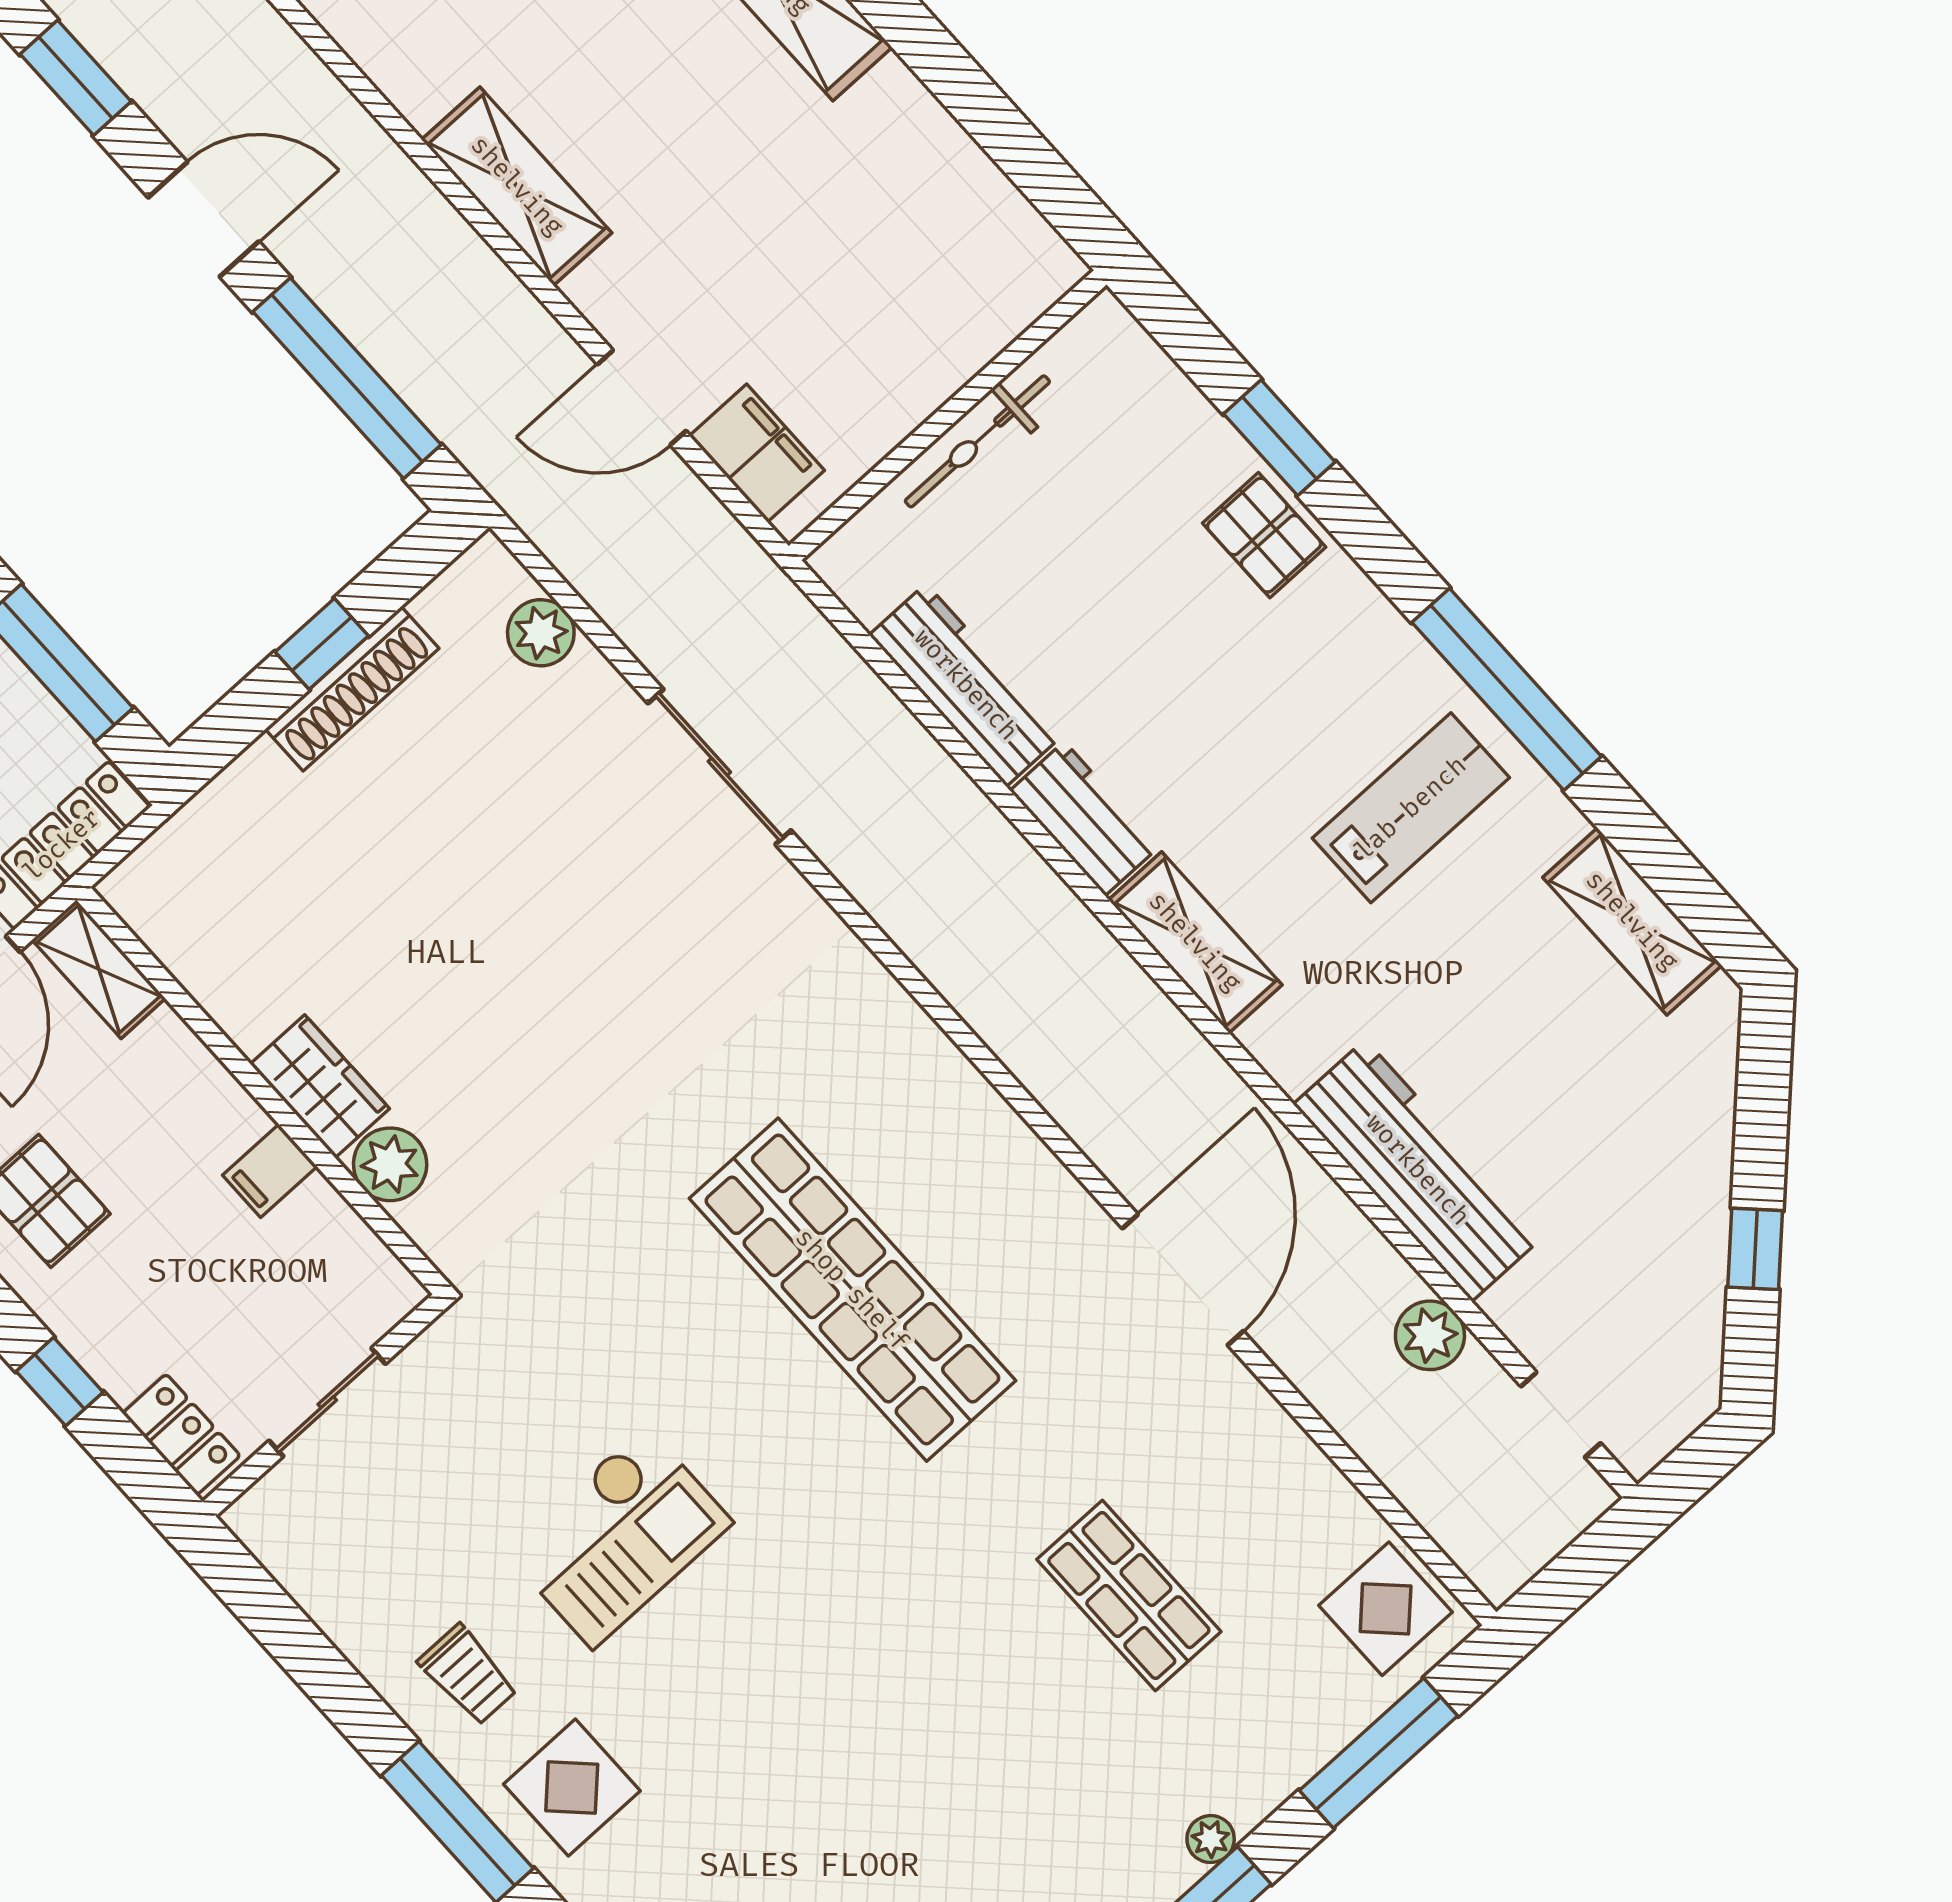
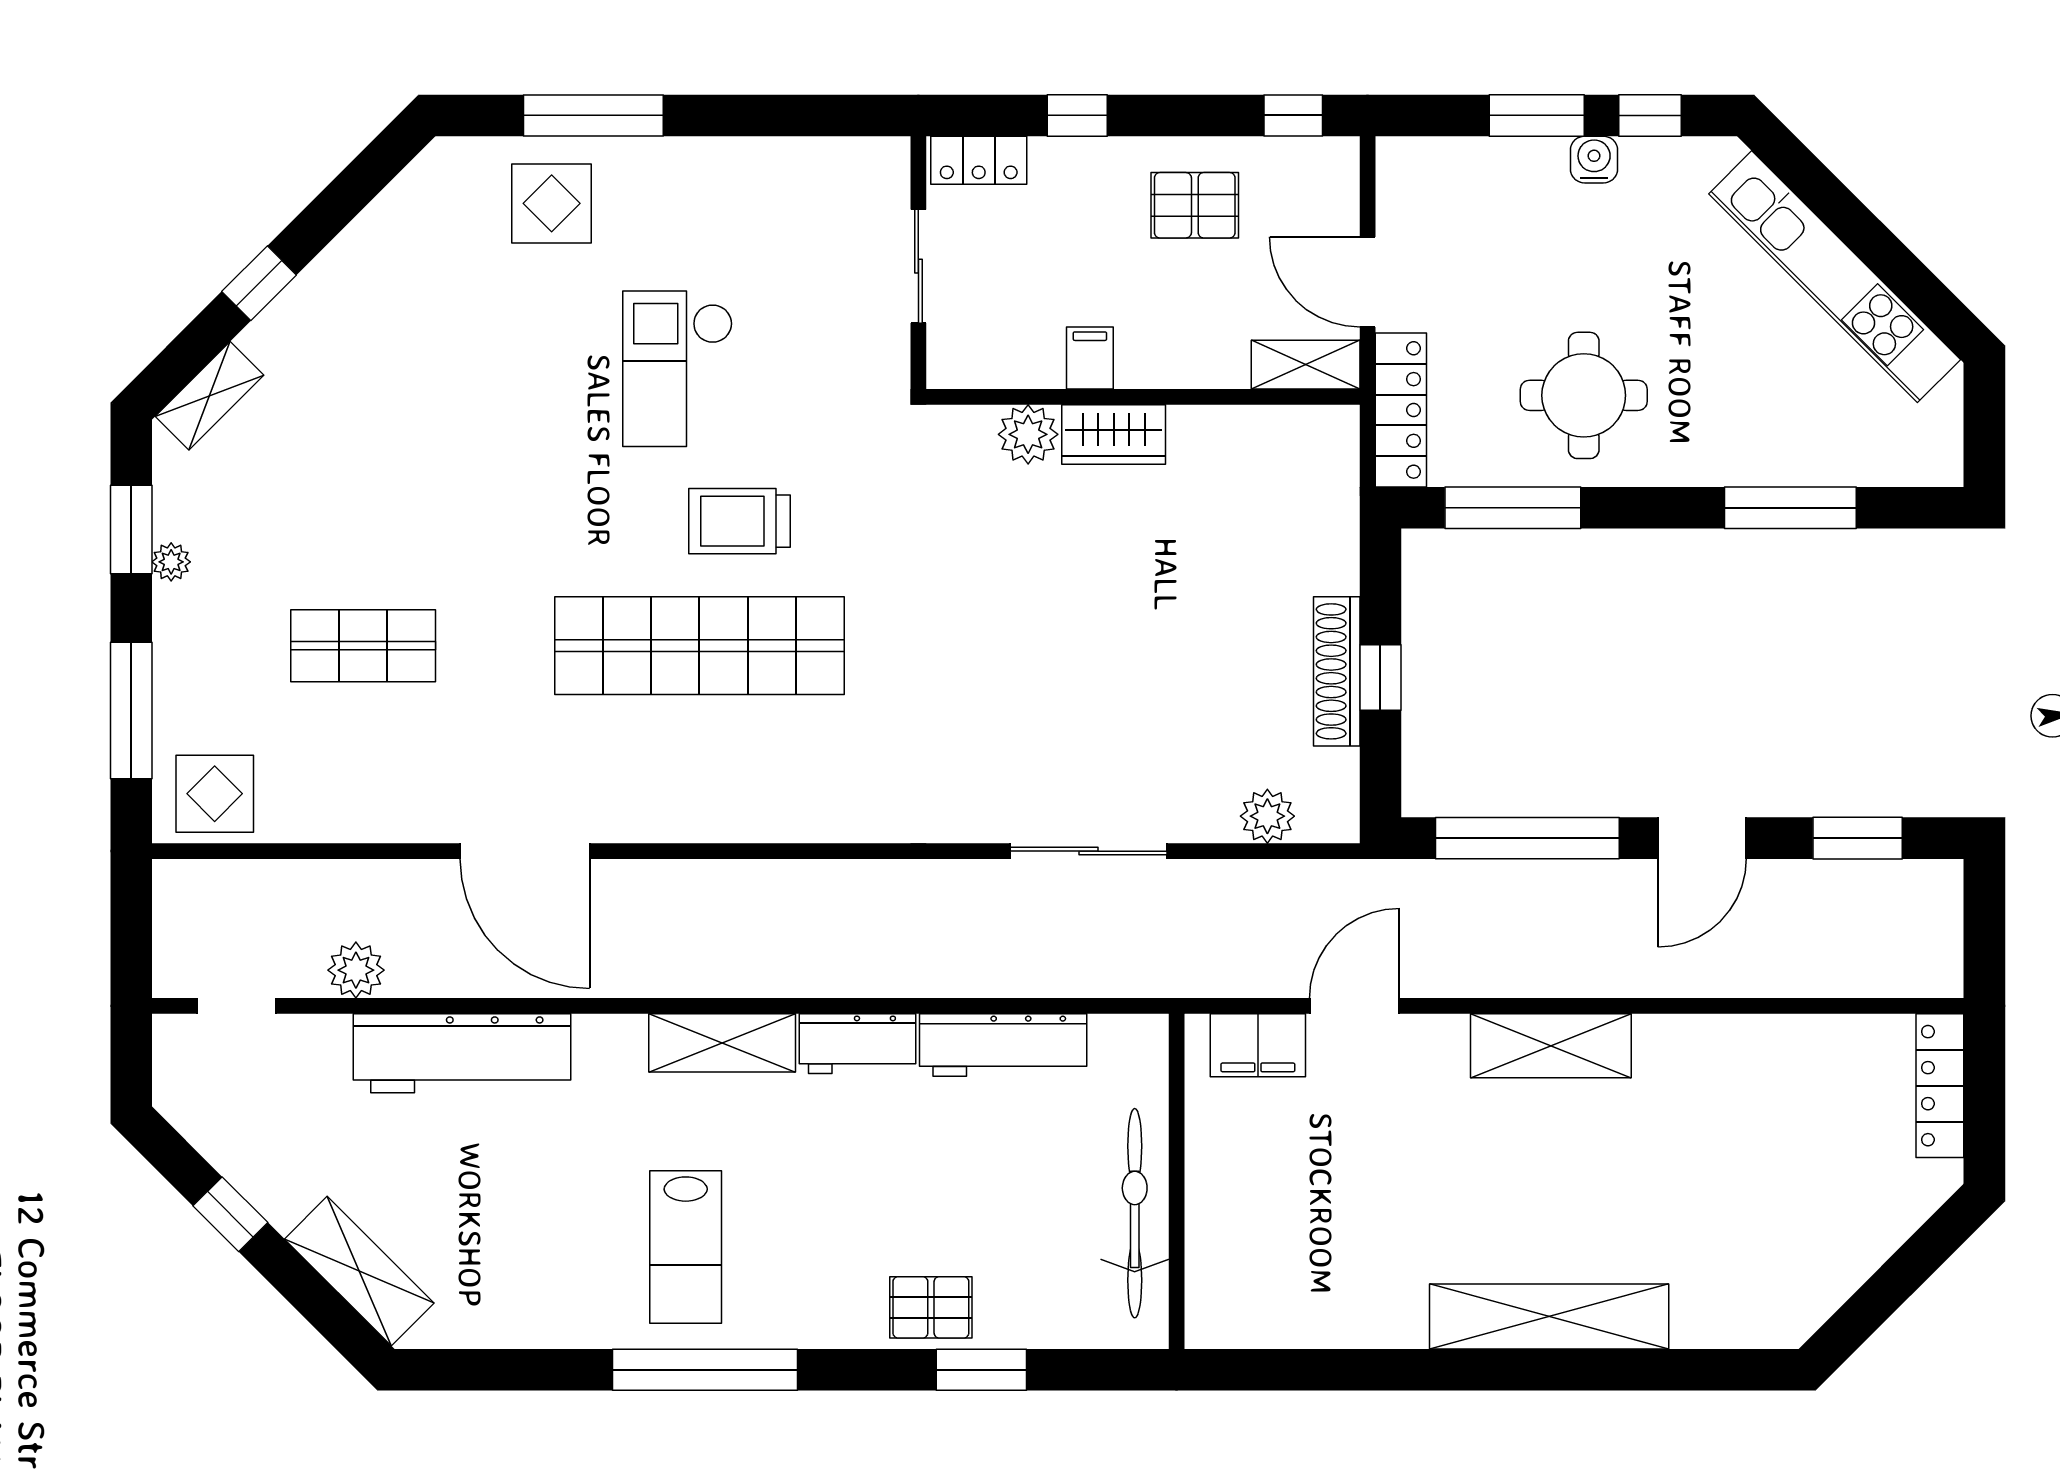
bicycle: (977, 441) -> (1135, 1213), width x1.37, depth x1.40
shelving: (1632, 921) -> (359, 1271), moved, turned 45
trolley: (468, 1675) -> (739, 521), moved, width x1.36, depth x1.39

